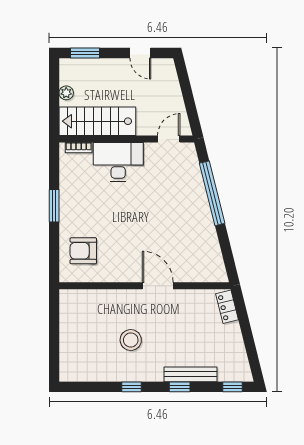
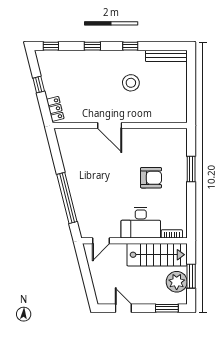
plant: (66, 93) -> (177, 282), width x1.87, depth x1.87
window: (54, 94) -> (191, 276), added
window: (54, 206) -> (191, 169), moved
armchair: (83, 251) -> (151, 178), moved
window: (248, 338) -> (39, 85), added
bench: (190, 374) -> (166, 56), moved

